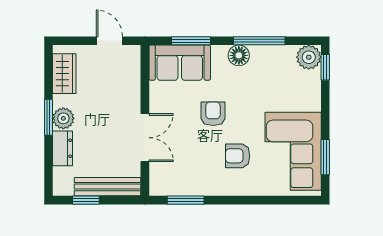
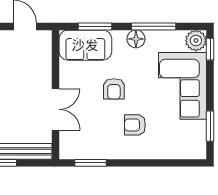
armchair: (213, 114) -> (114, 89), turned 180
corner sofa: (293, 151) -> (183, 86), moved

